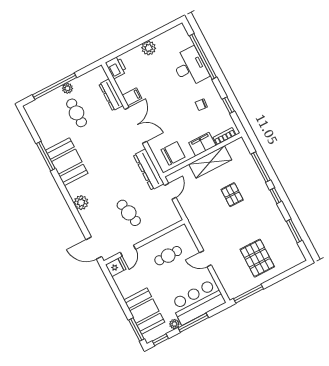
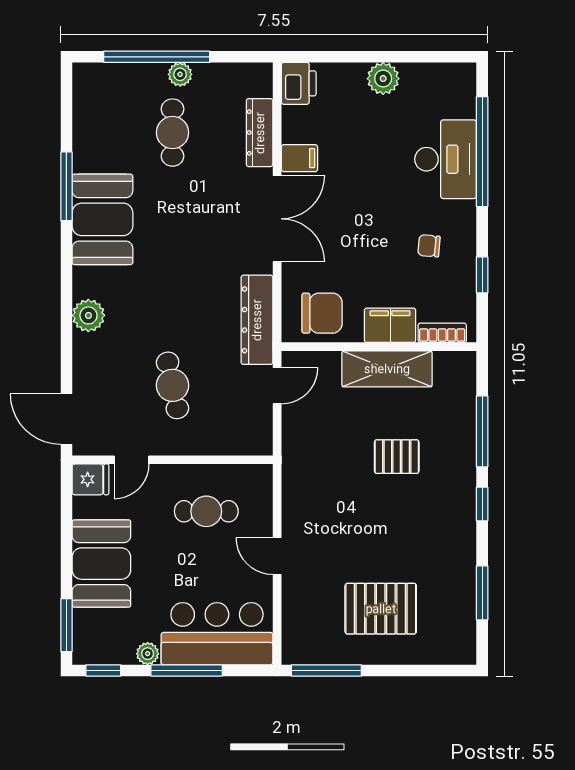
pallet: (232, 195) -> (397, 457), turned 90
pallet: (257, 258) -> (381, 609), turned 90
booth: (144, 311) -> (101, 564), moved

